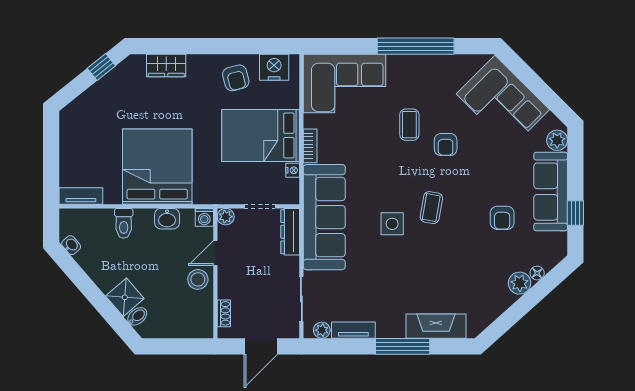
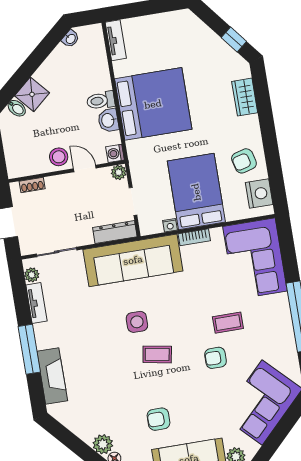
toilet: (124, 223) -> (101, 101), moved

